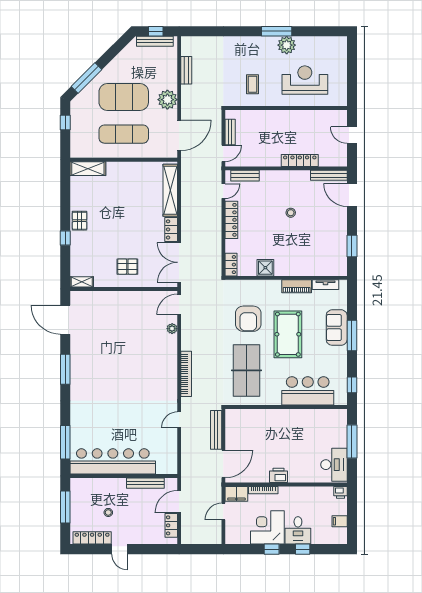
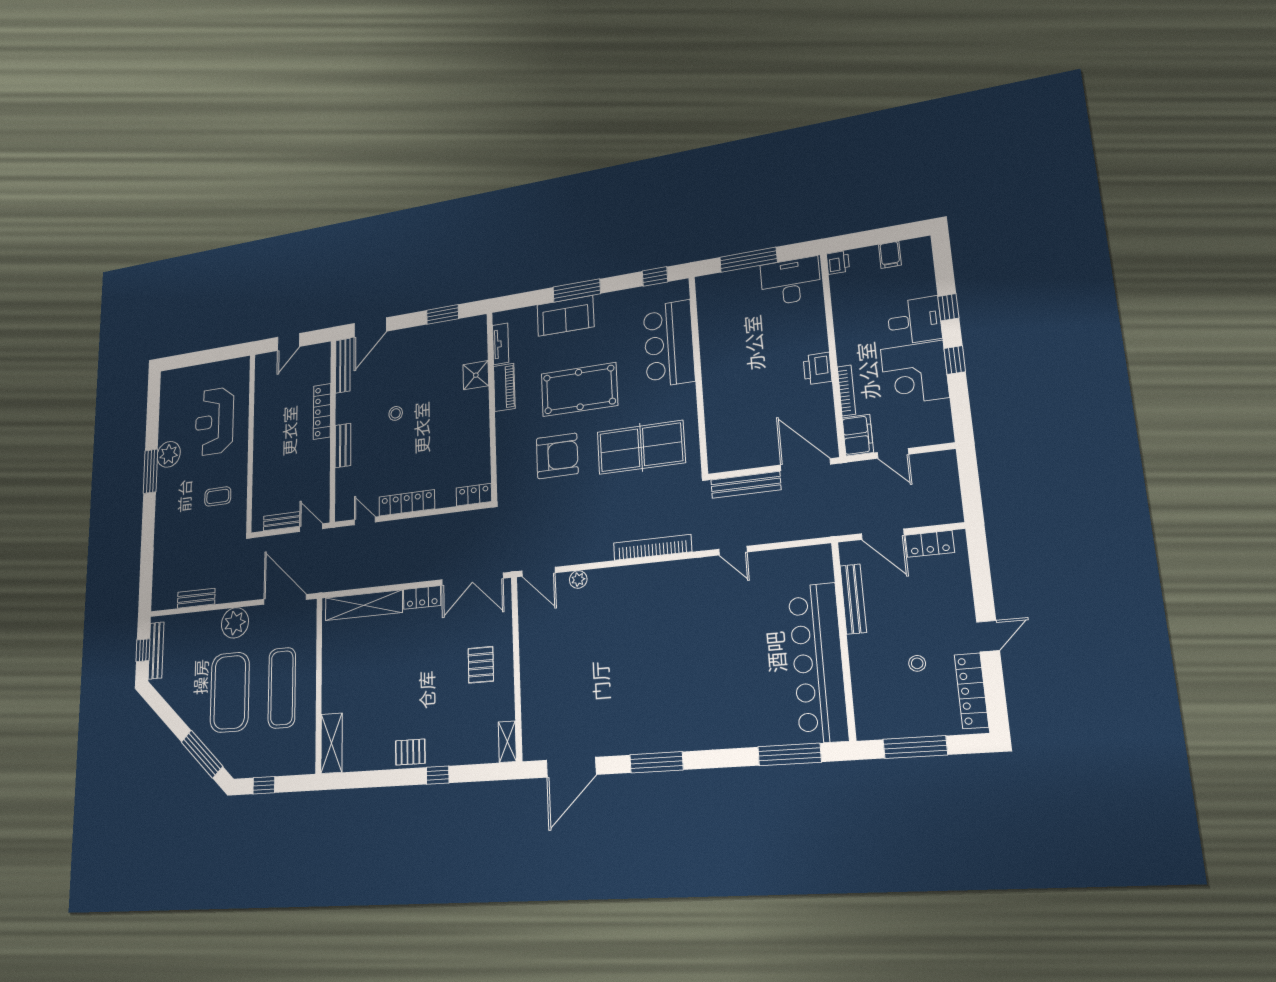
bench: (245, 176) -> (343, 445), moved
shower: (265, 268) -> (476, 375), moved

